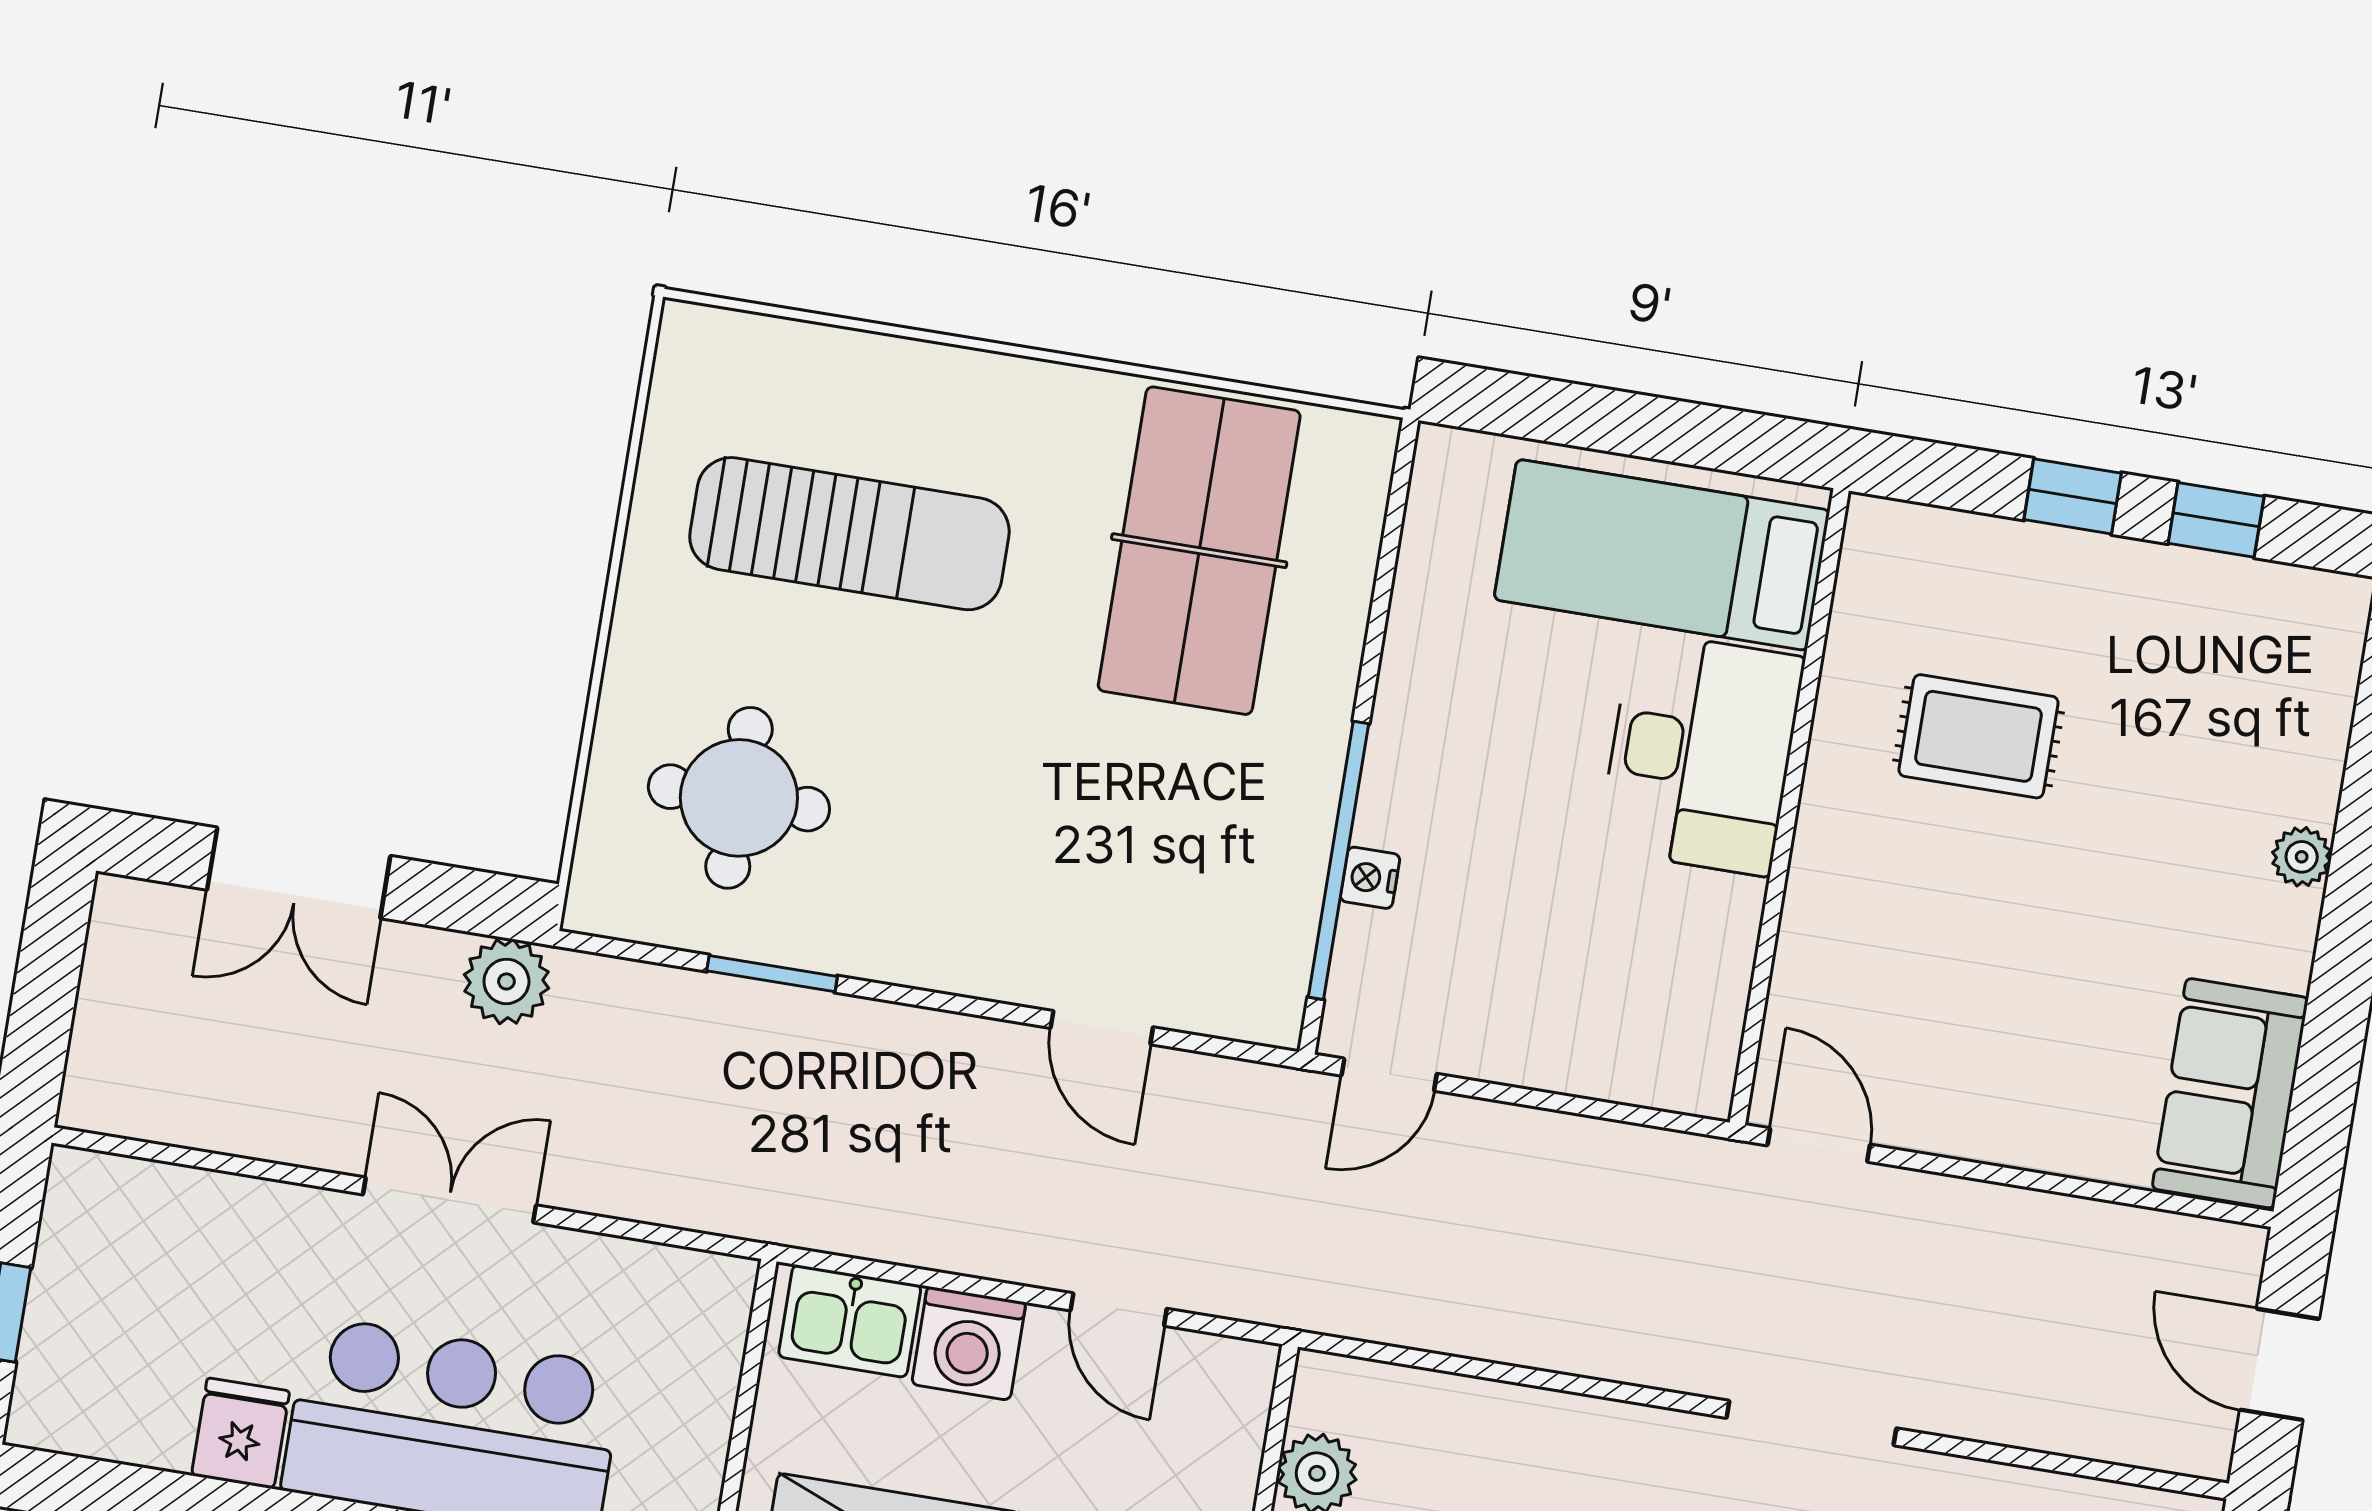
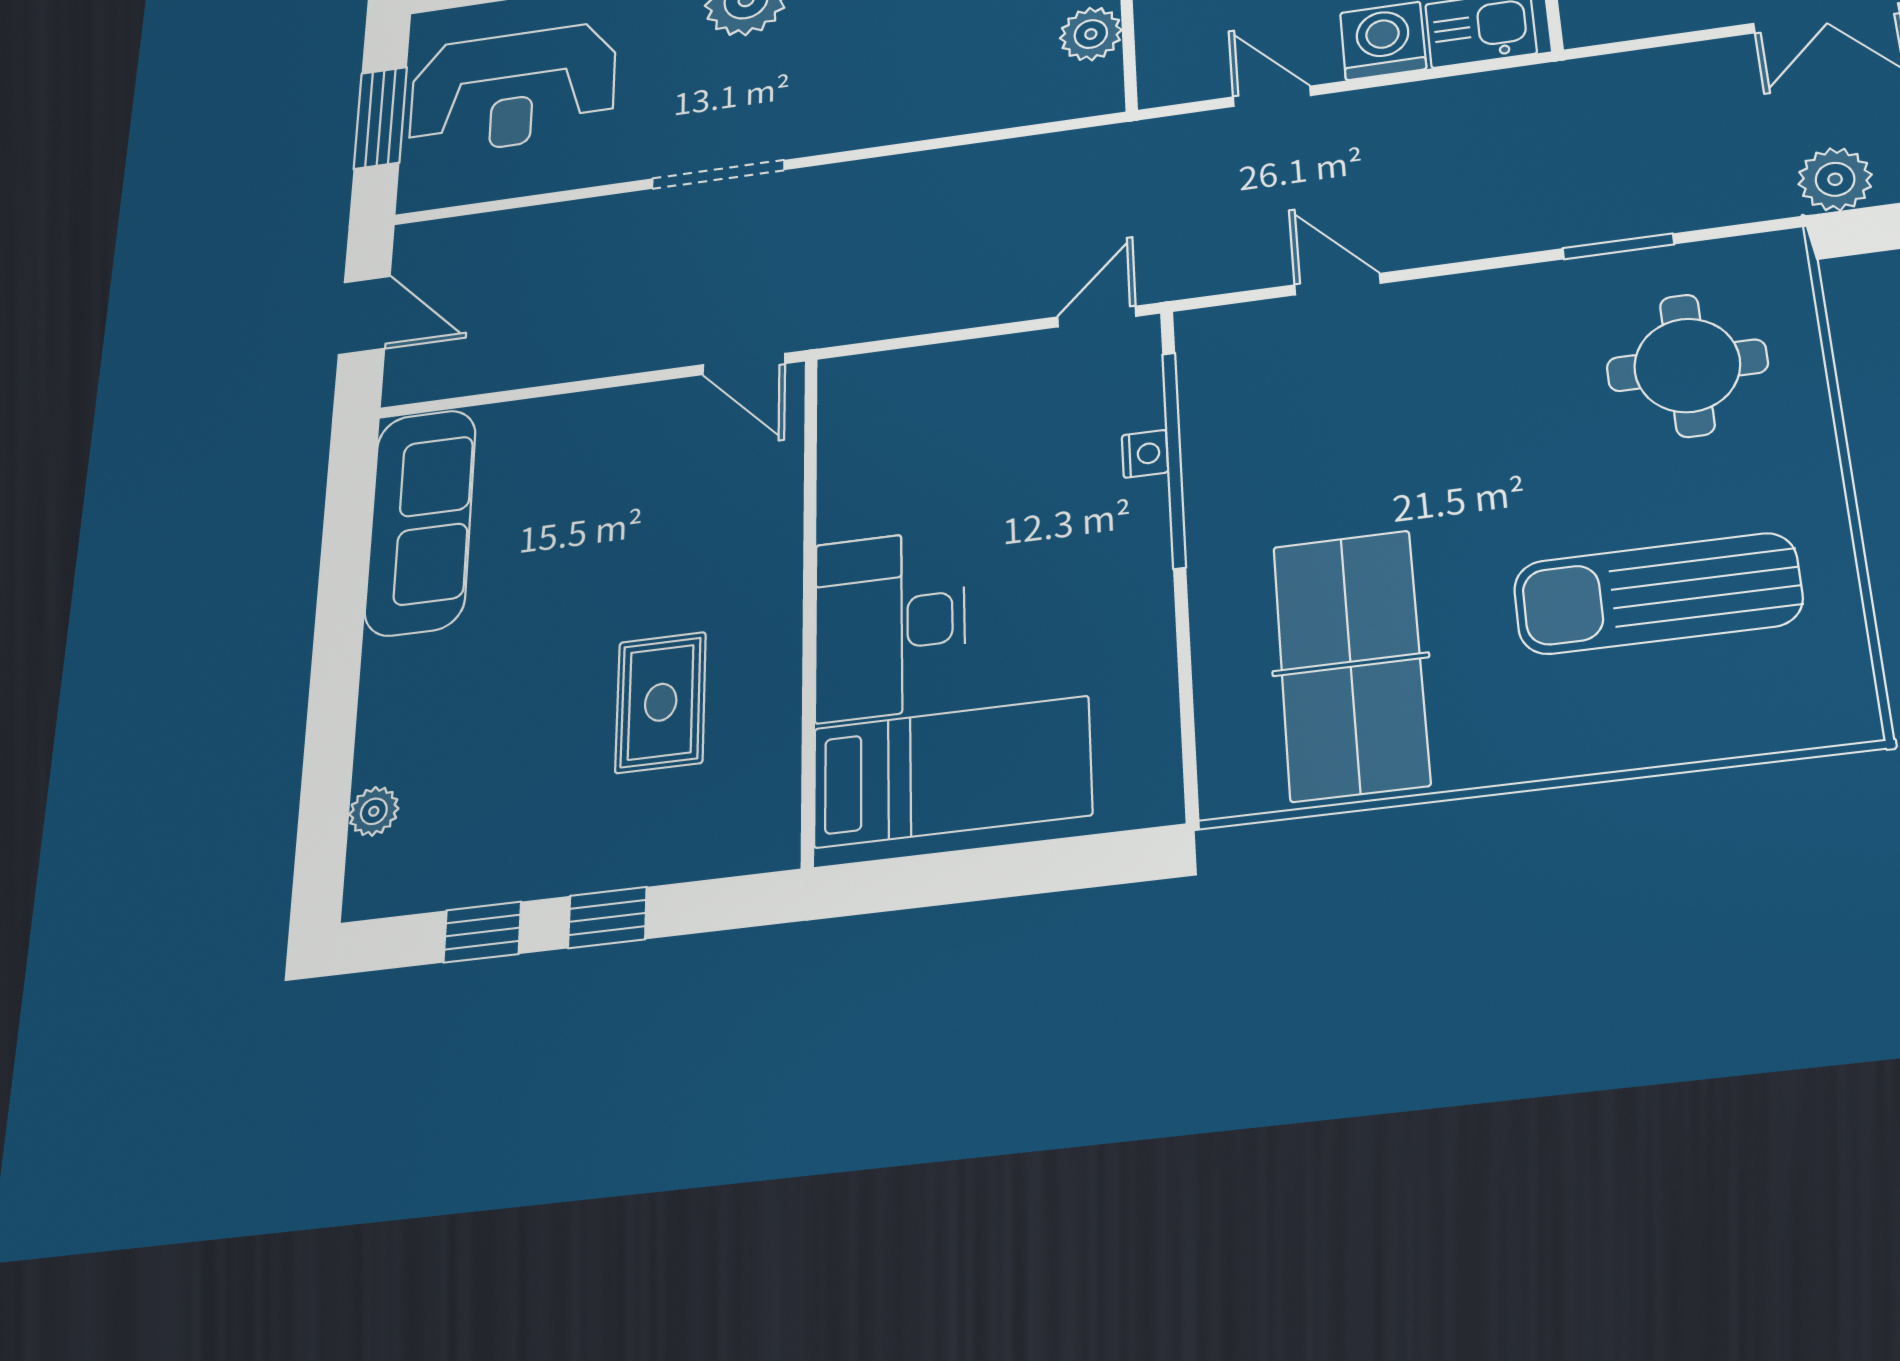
rug: (1979, 736) -> (661, 702), turned 90
plant: (2302, 857) -> (374, 811), moved
sofa: (2230, 1093) -> (421, 522), width x1.36

